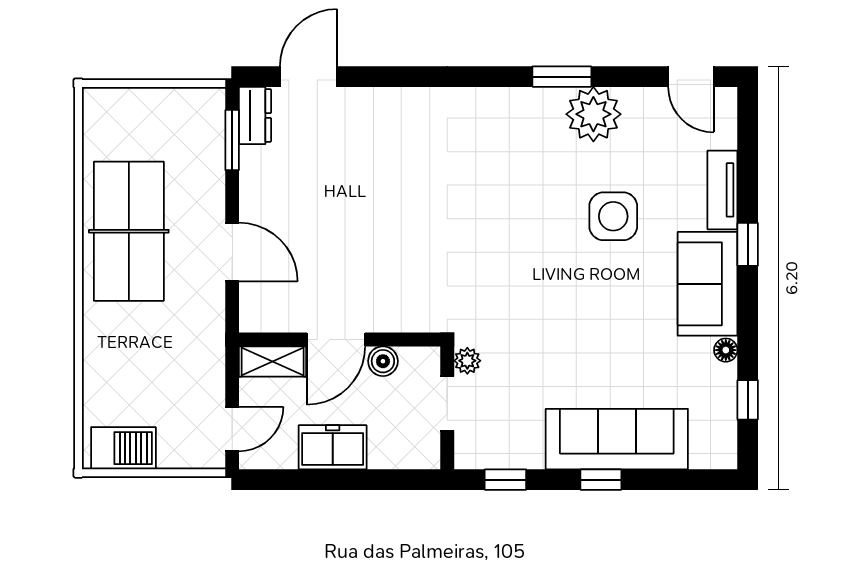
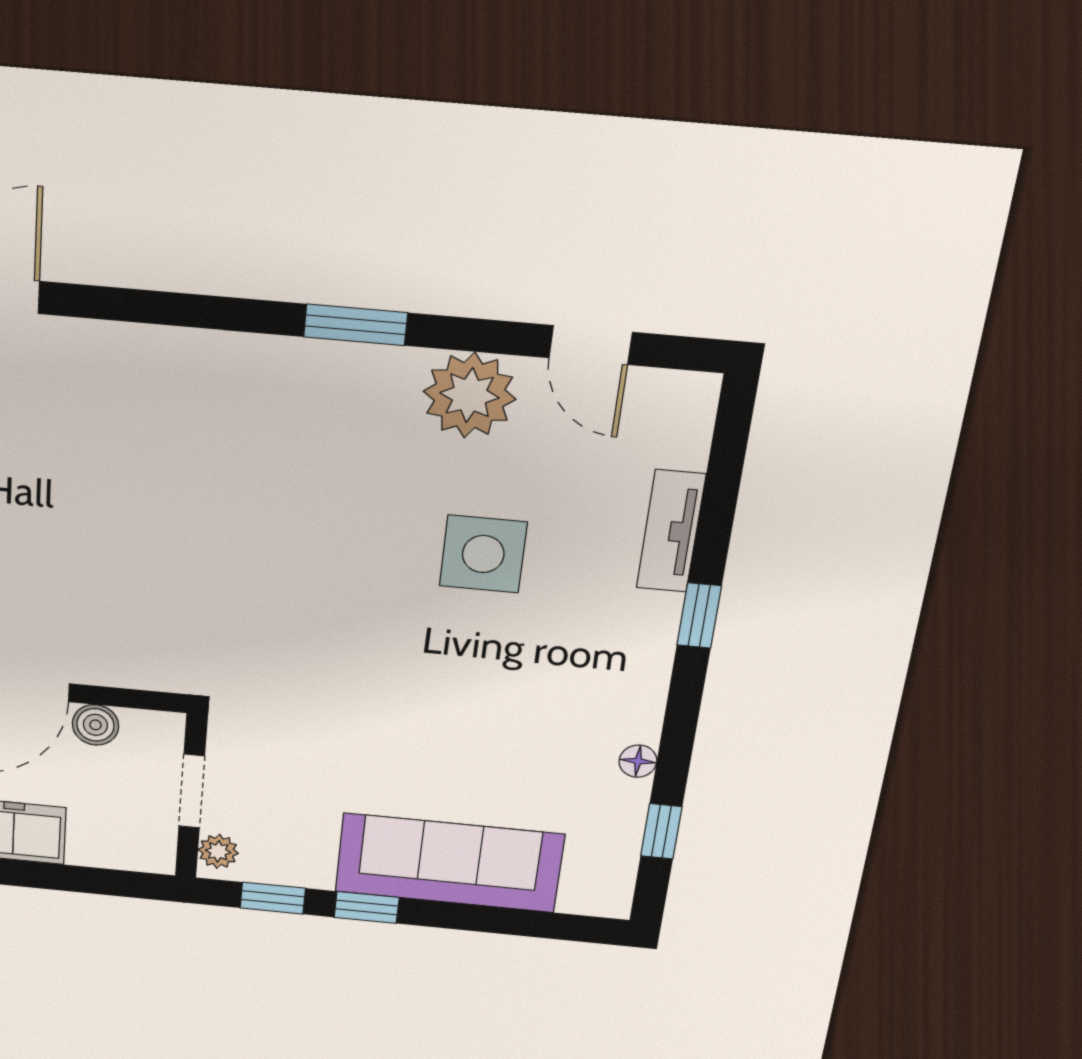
window: (562, 77) -> (356, 325), moved
door: (691, 77) -> (591, 345), moved
sofa: (707, 284) -> (624, 666), removed
plant: (467, 361) -> (218, 851), moved
window: (601, 480) -> (367, 907), moved

